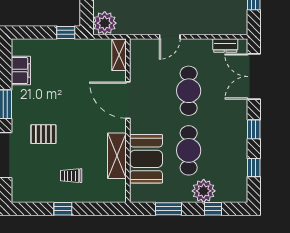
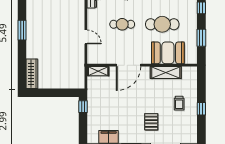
plant: (105, 23) -> (77, 81), removed
cafe table: (189, 91) -> (122, 24), width x0.73, depth x0.74
plant: (204, 191) -> (189, 14), removed

